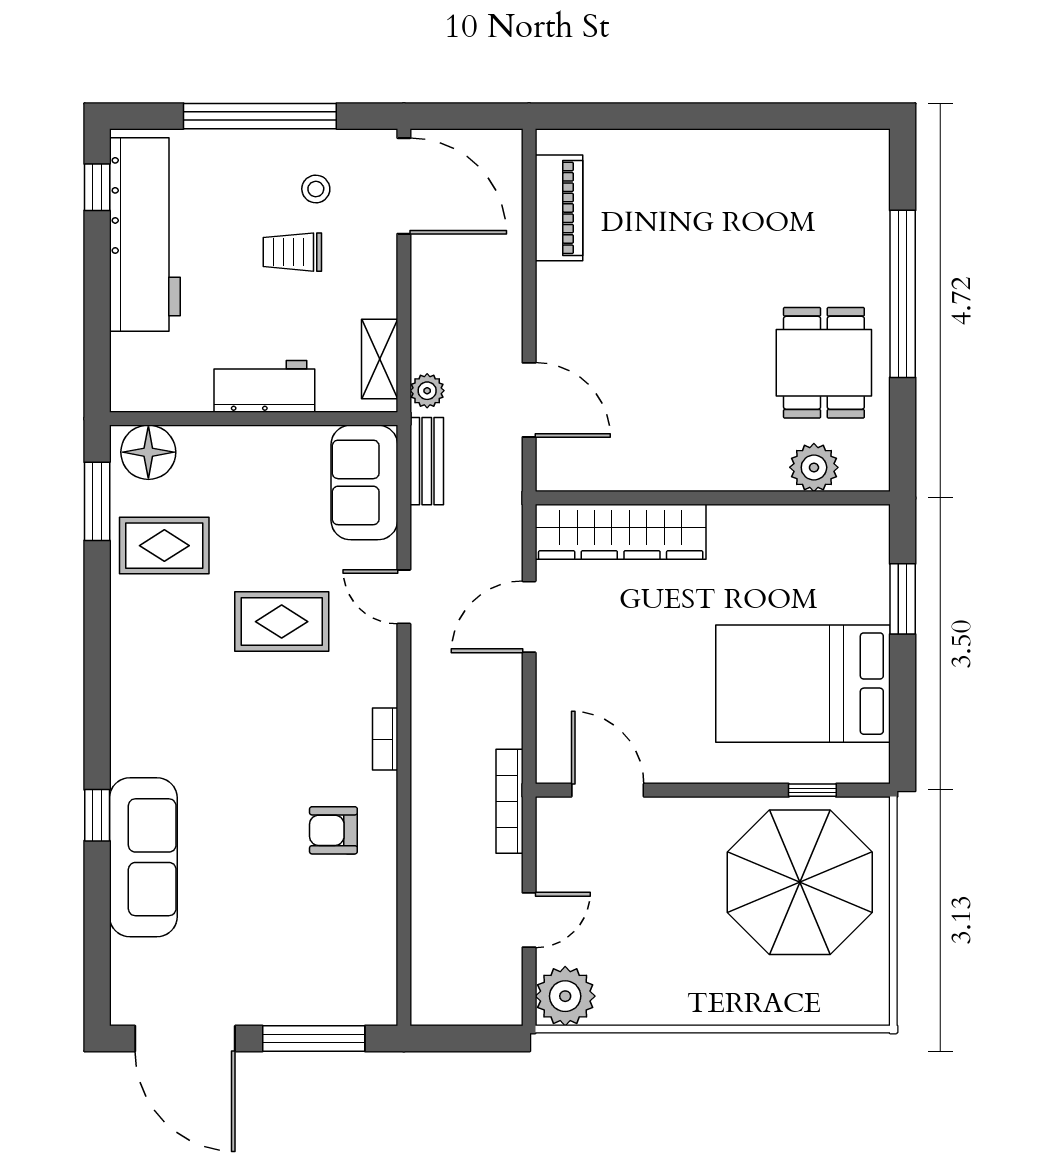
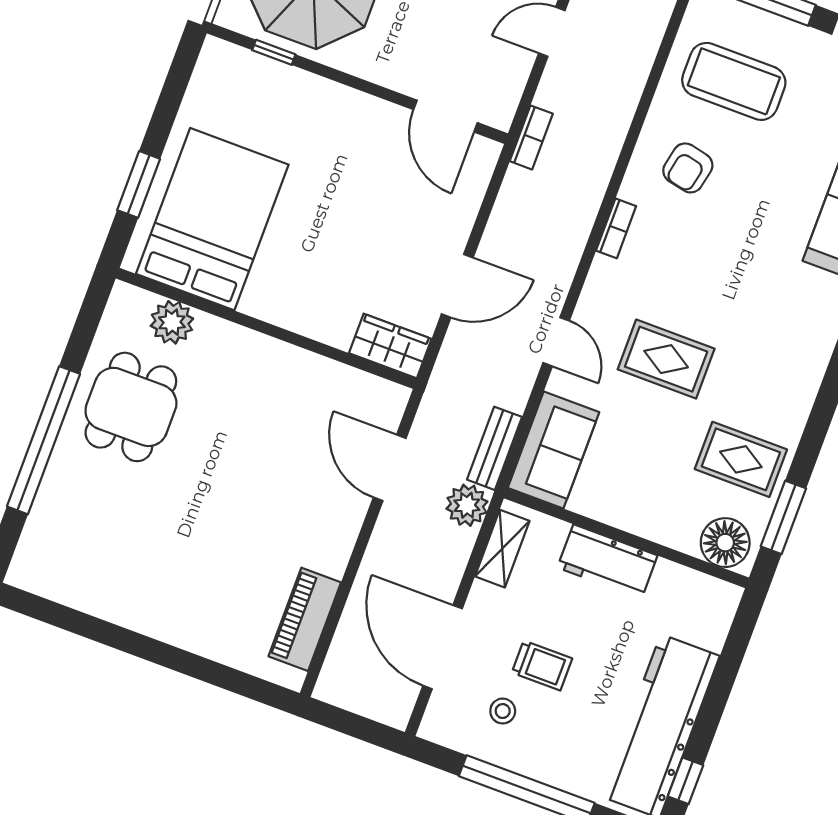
door: (404, 186) -> (443, 647), moved
plant: (427, 391) -> (467, 505), width x1.38, depth x1.38
wardrobe: (621, 532) -> (390, 346), width x0.48, depth x0.85
bed: (803, 684) -> (212, 219), moved, turned -90
bookcase: (509, 801) -> (531, 137), width x0.64
armchair: (333, 830) -> (688, 168), turned 102
coffee table: (319, 939) -> (734, 81), added

